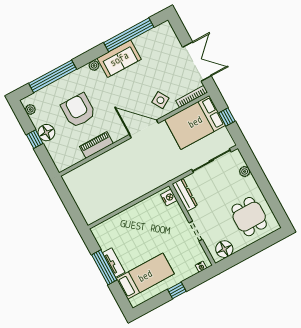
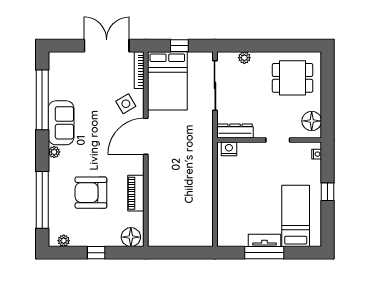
floor lamp: (46, 133) -> (131, 237), moved

